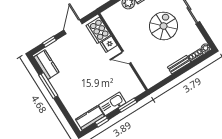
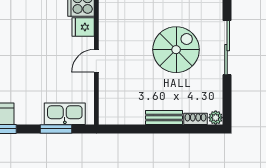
door: (126, 57) -> (96, 61), hinge flipped
kitchen sink: (112, 104) -> (65, 114), moved

